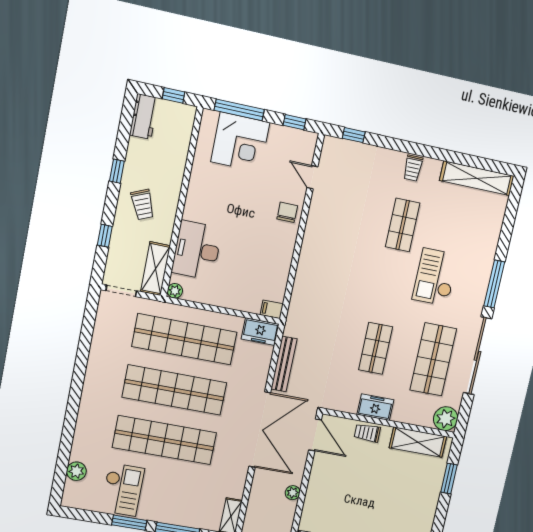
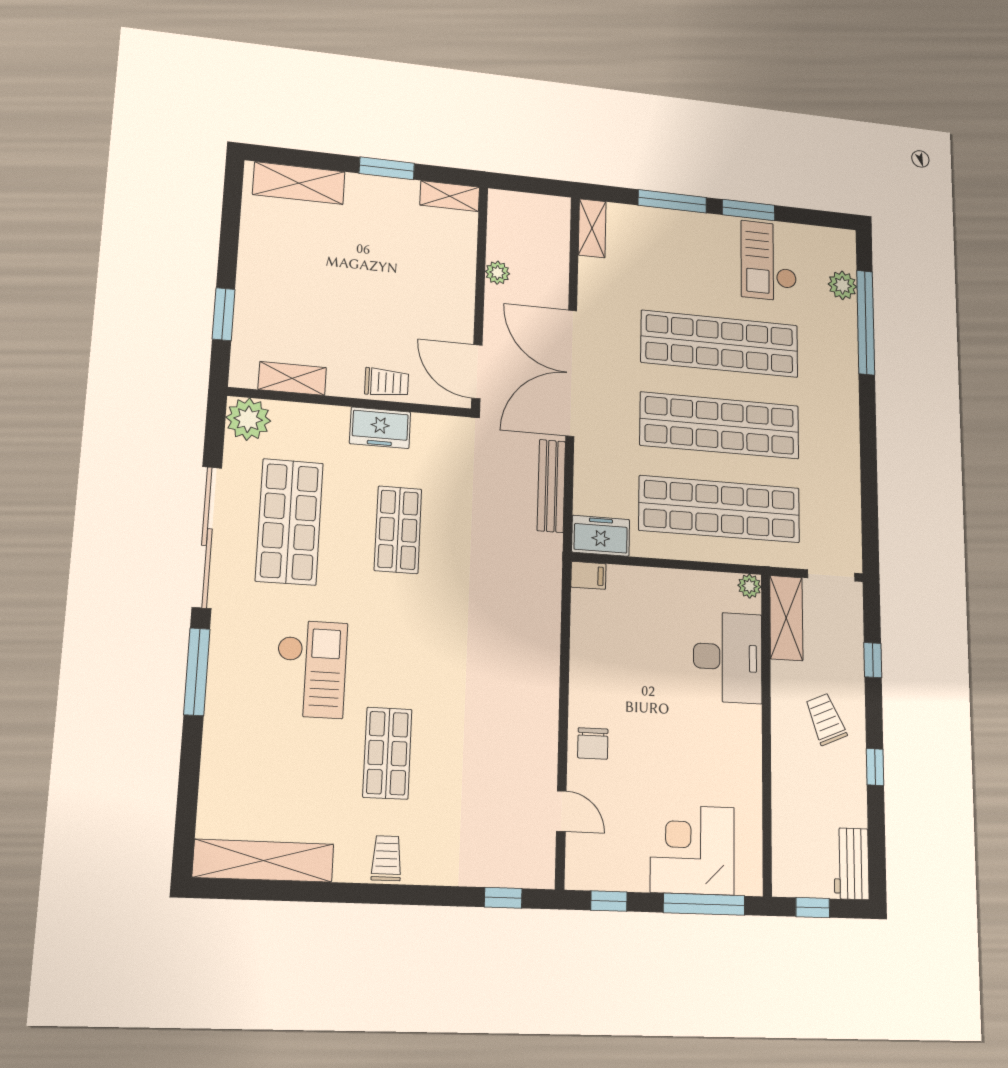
shelving: (418, 442) -> (292, 378), width x0.67, depth x0.75
window: (66, 446) -> (866, 322), added

